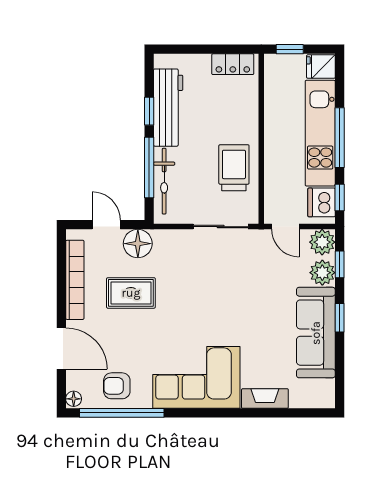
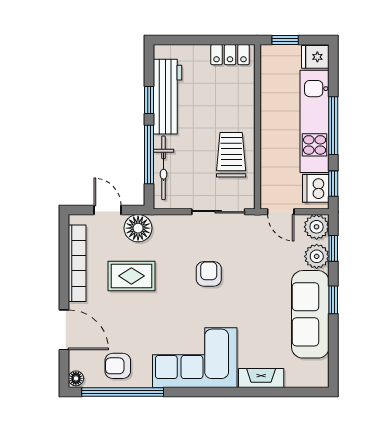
armchair: (211, 291) -> (209, 274), added

